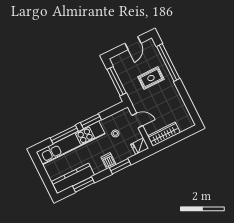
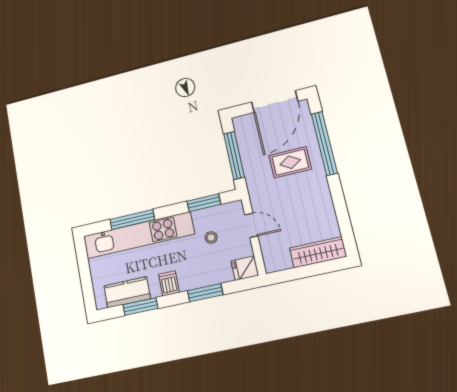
door: (133, 43) -> (275, 102), width x1.87
window: (91, 121) -> (204, 203), moved
wardrobe: (164, 134) -> (318, 252), moved
dishwasher: (108, 161) -> (169, 283), moved
kitchen counter: (73, 178) -> (127, 292), width x0.67

